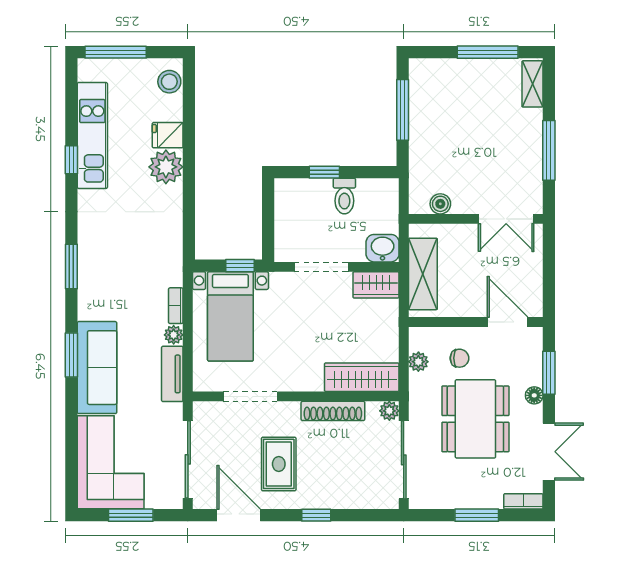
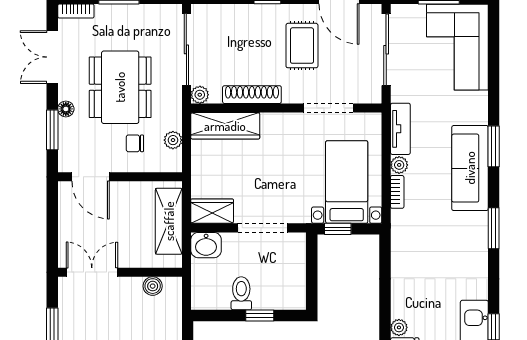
plant: (166, 167) -> (399, 327), width x0.53, depth x0.53
sofa: (97, 368) -> (470, 168), moved

